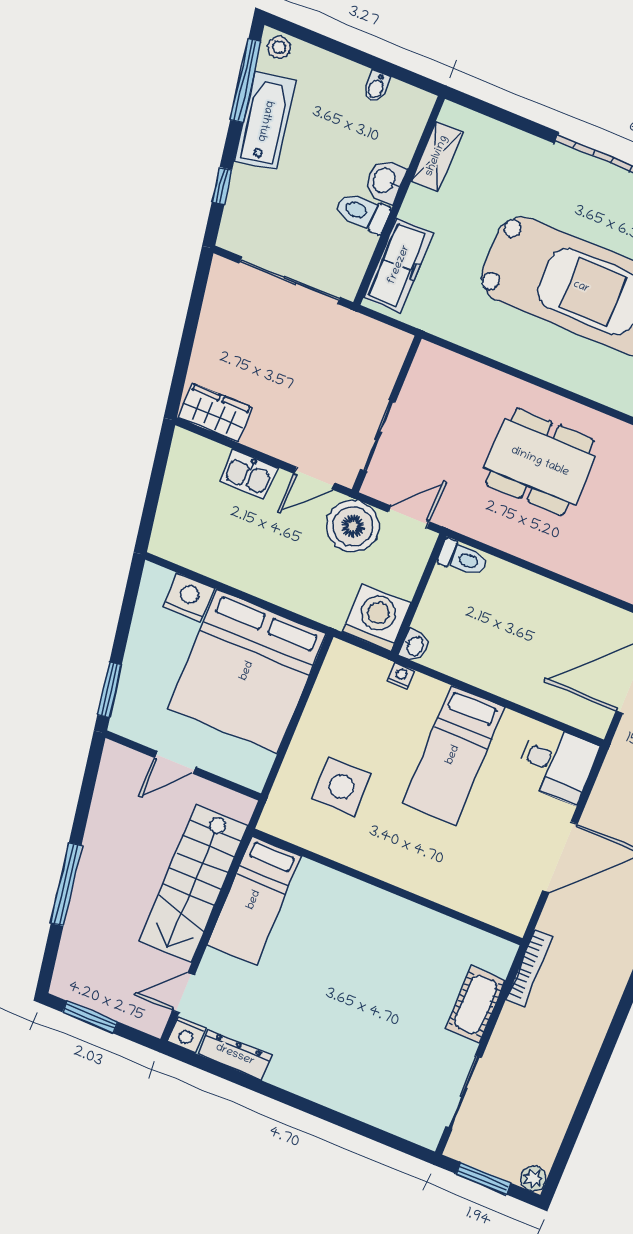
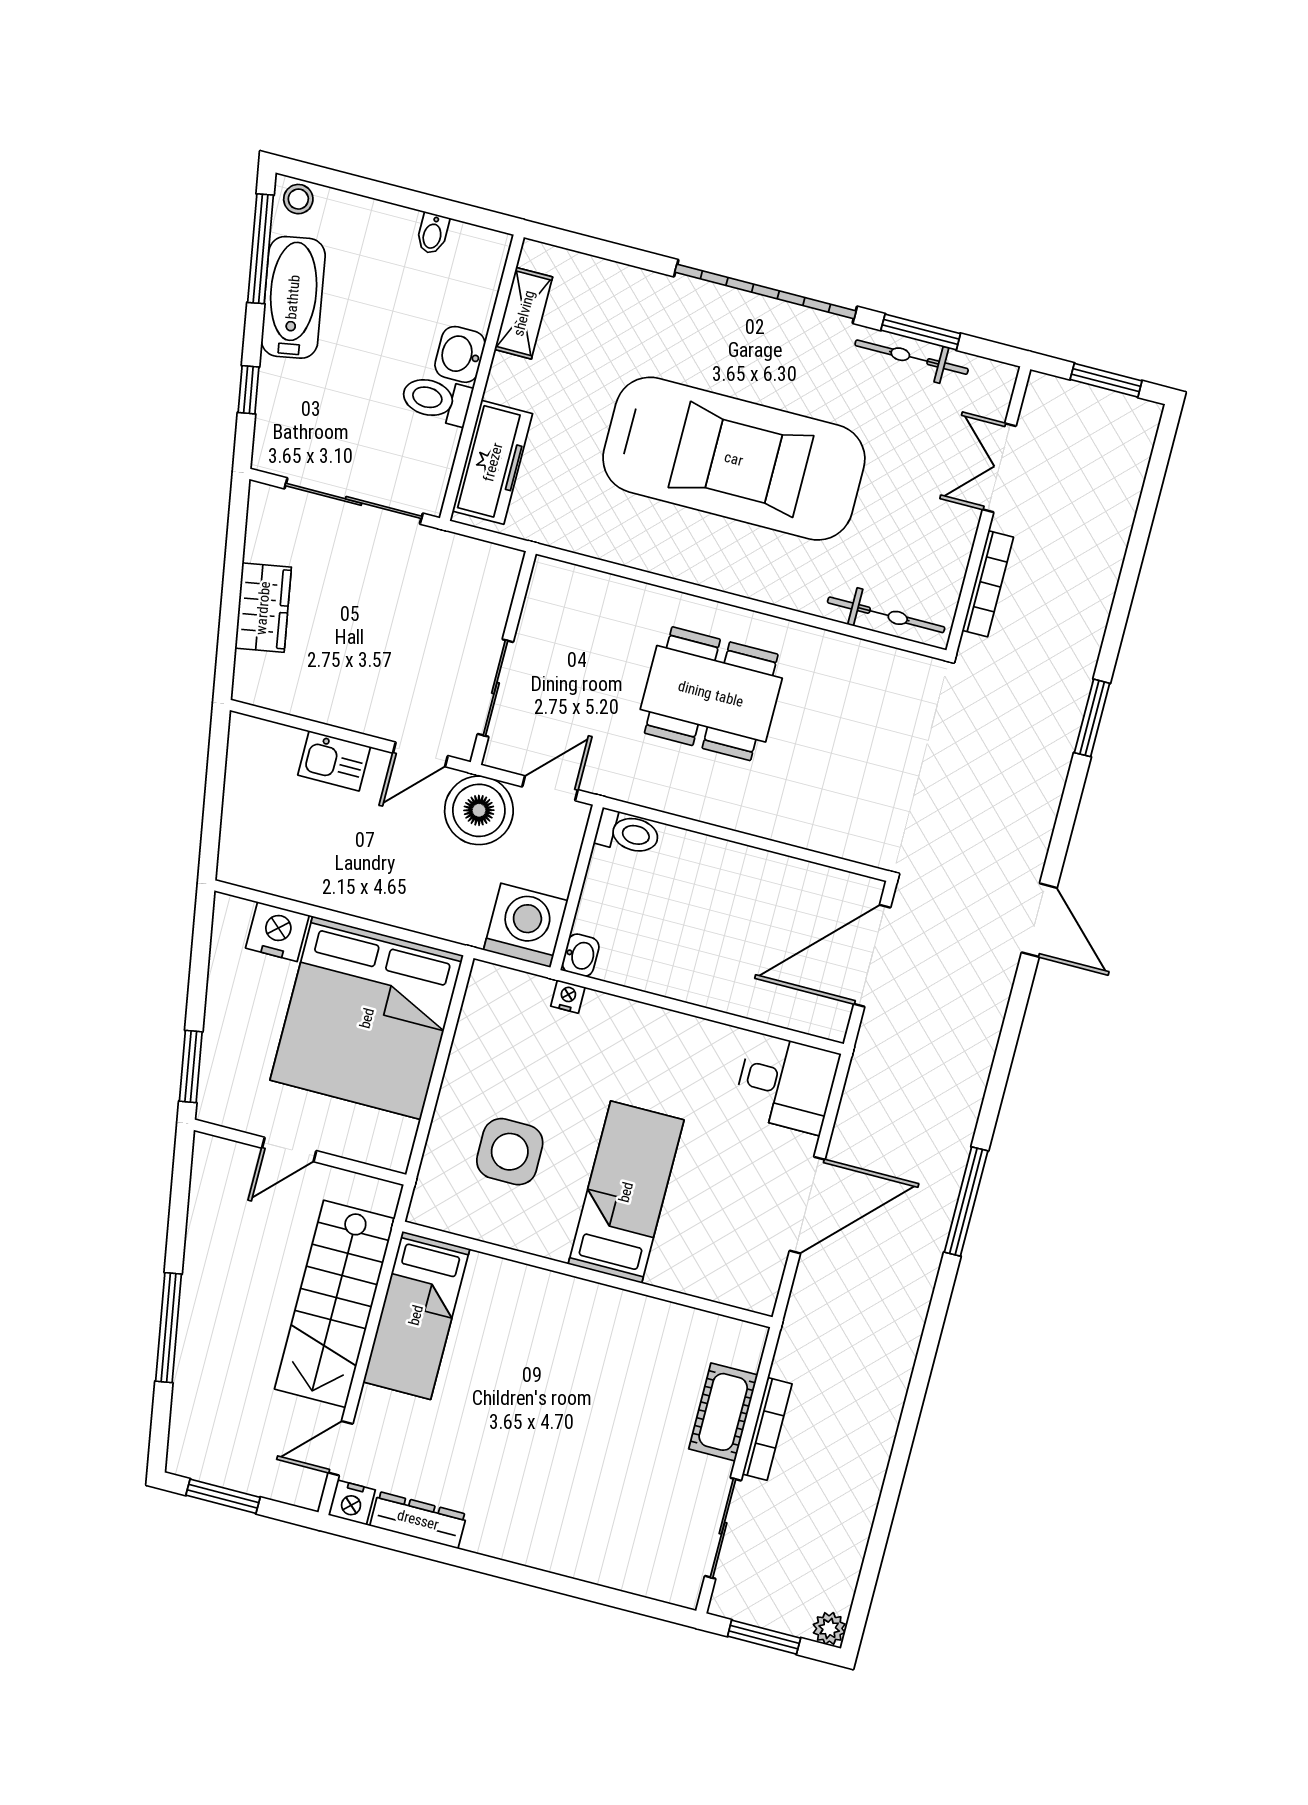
wardrobe: (215, 413) -> (263, 608), moved, turned 80
bed: (453, 755) -> (626, 1192), moved, turned 180
bookcase: (529, 968) -> (767, 1429), moved

